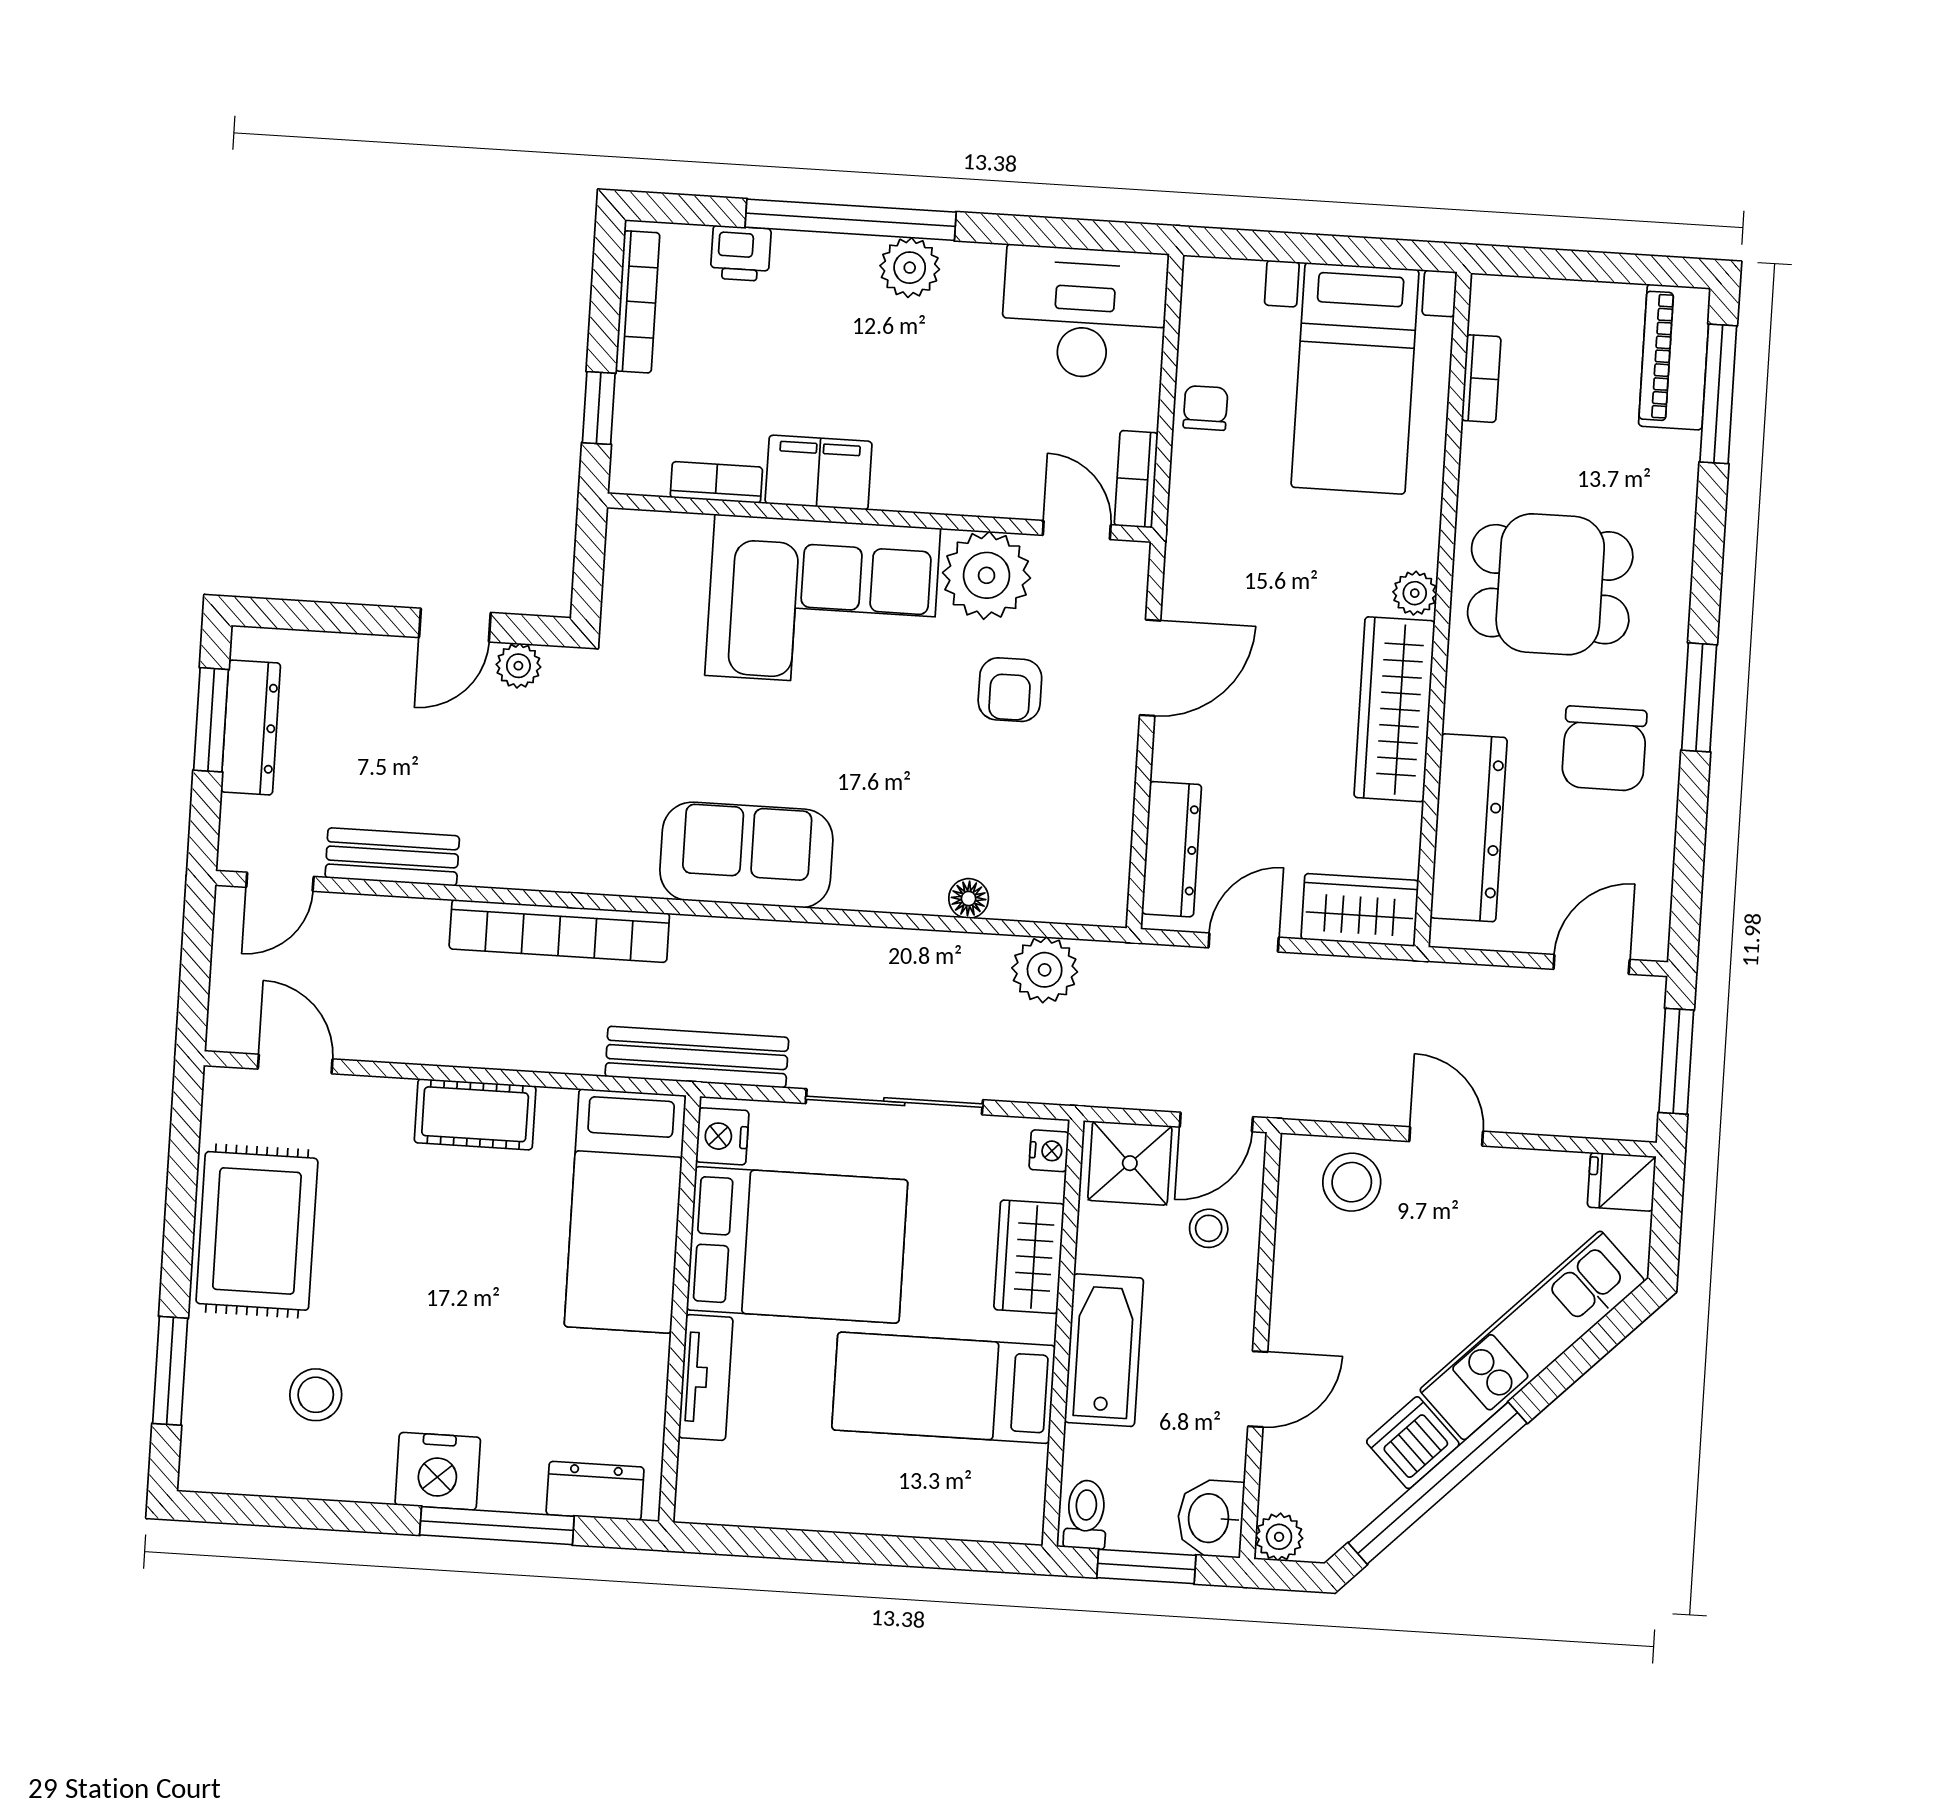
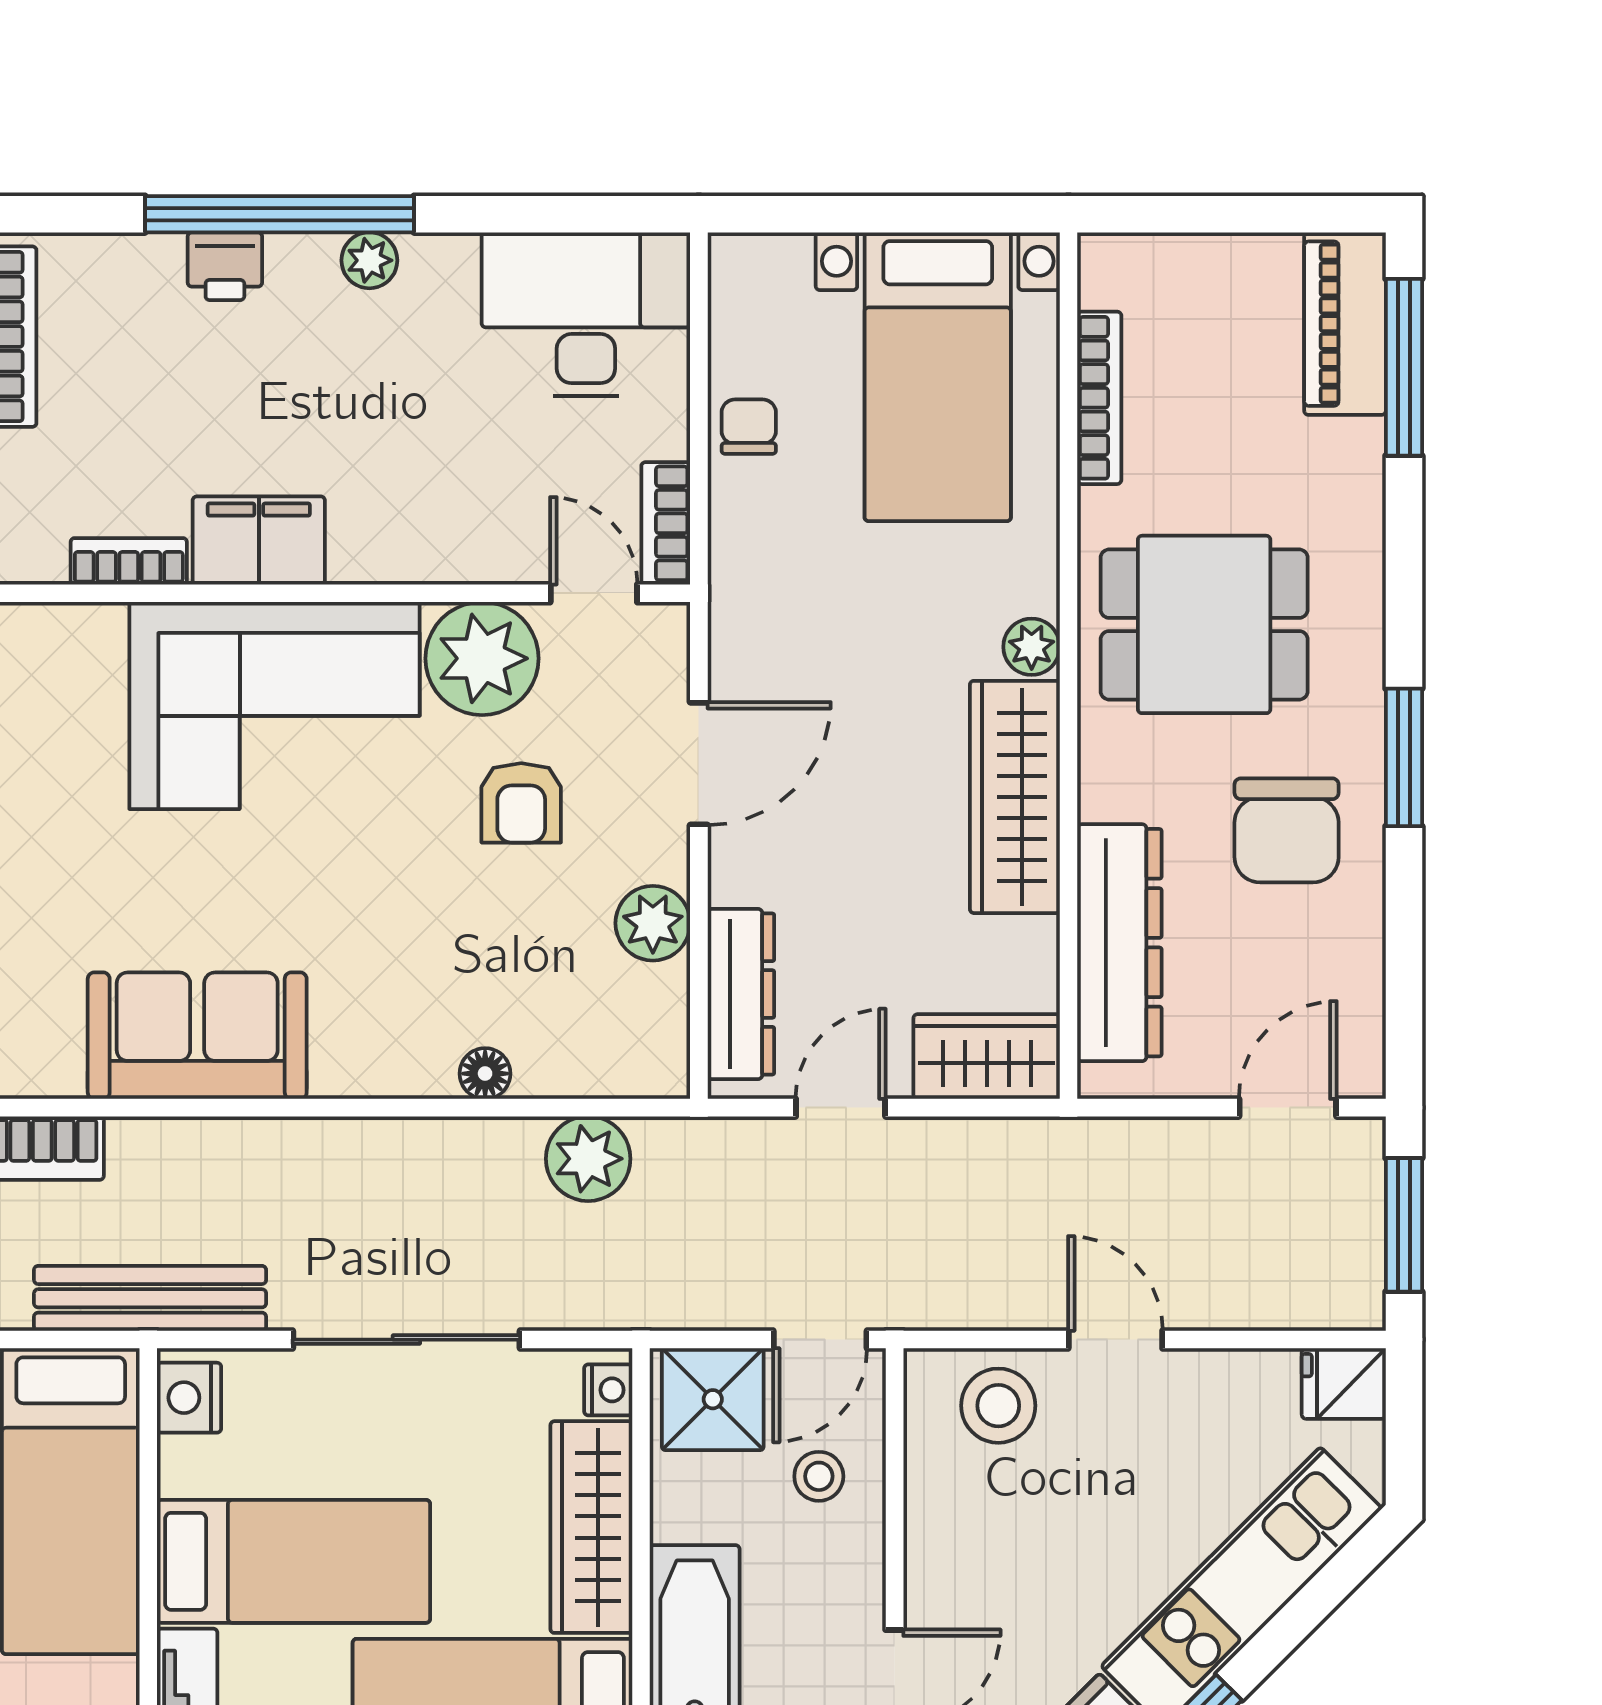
printer: (741, 253) -> (225, 266), moved
plant: (910, 268) -> (369, 260), width x0.73, depth x0.73
bookcase: (1481, 379) -> (1099, 398), width x1.56
plant: (1107, 790) -> (653, 923), added
bed: (797, 1245) -> (294, 1561), width x0.67
wardrobe: (1029, 1257) -> (591, 1527), width x1.50

